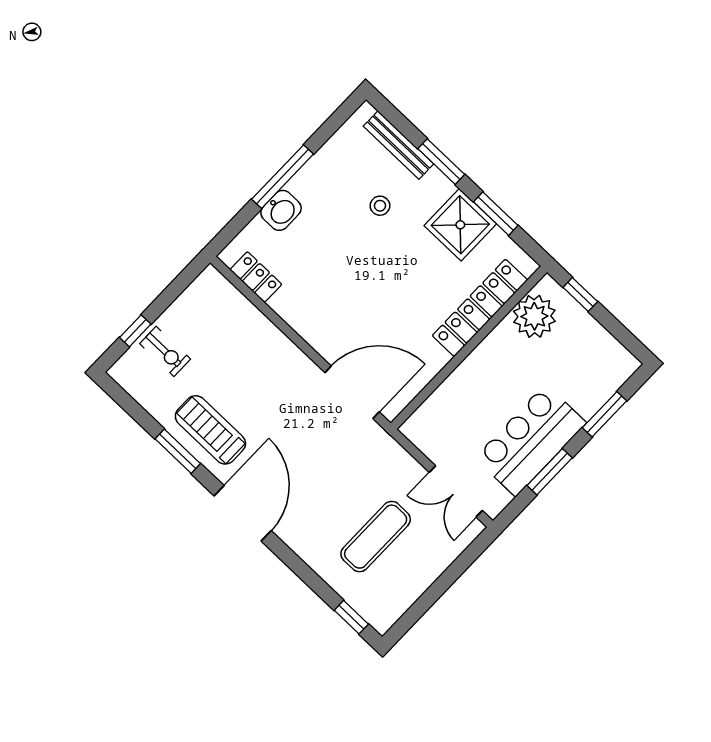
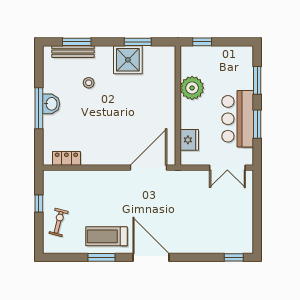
window: (441, 162) -> (77, 42), moved
washbasin: (281, 210) -> (51, 104), moved
locker: (480, 308) -> (167, 85), removed
plant: (534, 316) -> (192, 88), moved
window: (135, 331) -> (39, 204), moved
exercise bike: (165, 351) -> (59, 222), turned -76
fridge: (441, 407) -> (189, 140), added
exercise mat: (376, 537) -> (213, 216), removed

